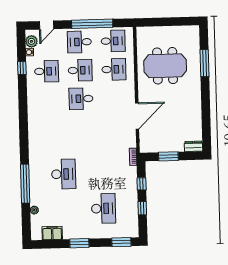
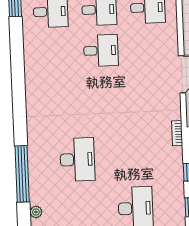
desk: (81, 99) -> (101, 50), turned 180

